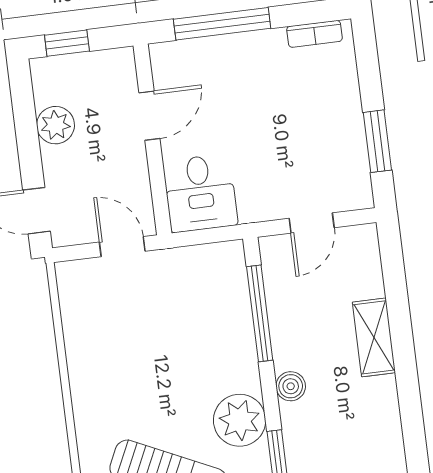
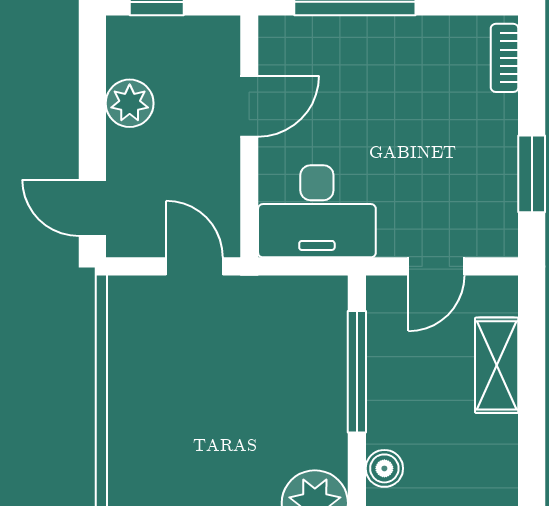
bookcase: (314, 34) -> (505, 58), moved, turned 90
desk: (200, 193) -> (317, 211), width x1.37
shelving: (374, 337) -> (497, 365), moved

